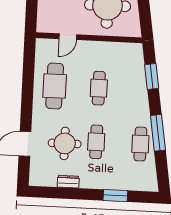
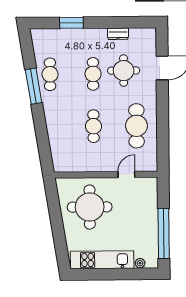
window: (152, 76) -> (43, 140), removed

